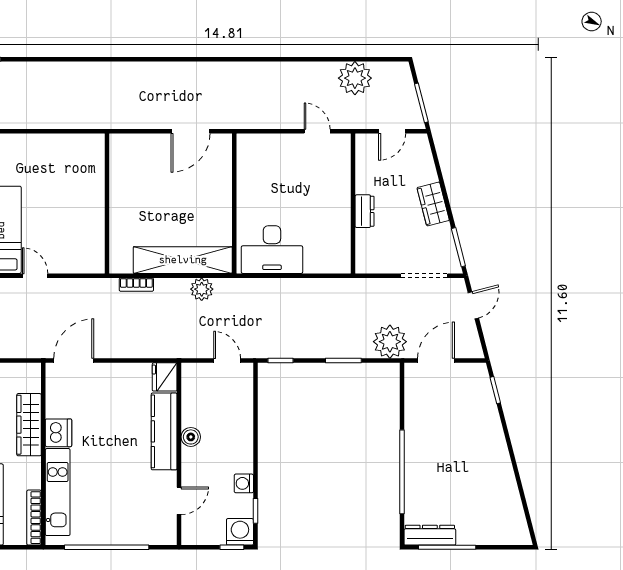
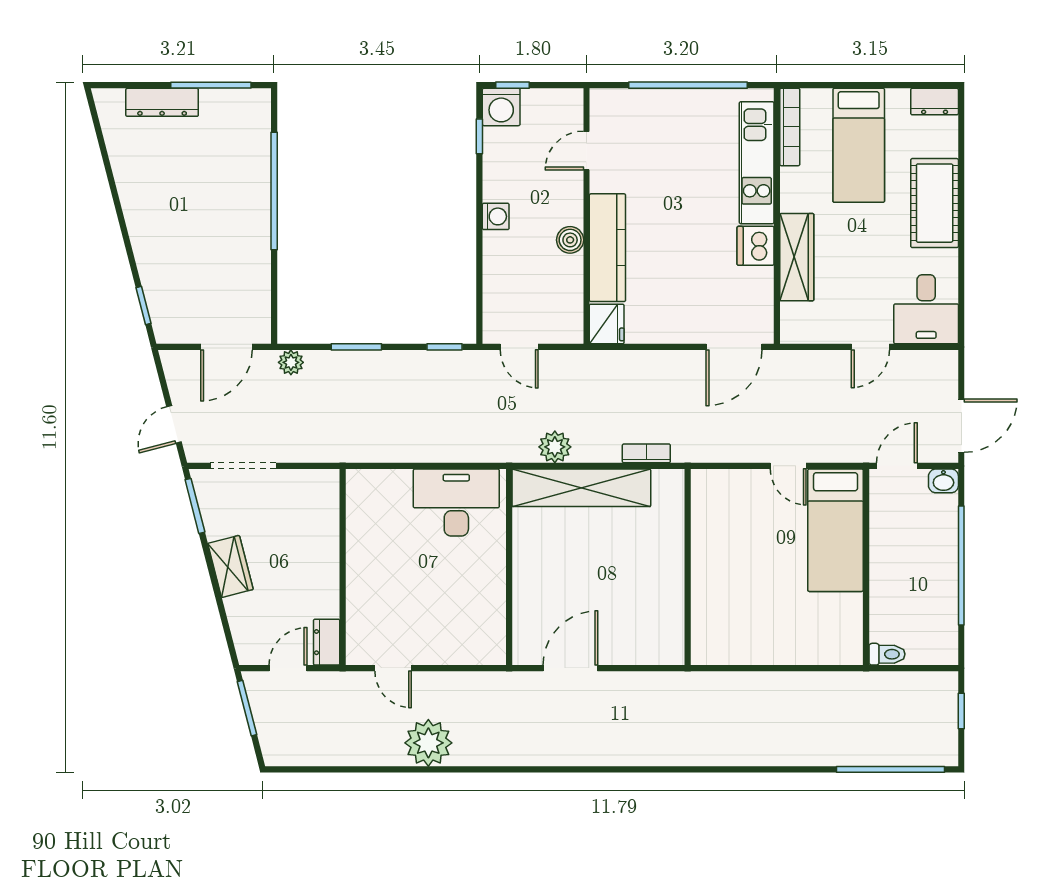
plant: (355, 78) -> (428, 743), moved
dresser: (364, 211) -> (327, 642), moved
plant: (390, 342) -> (291, 362), width x0.53, depth x0.53
washing machine: (244, 483) -> (496, 216), moved
dresser: (430, 535) -> (162, 102), moved

